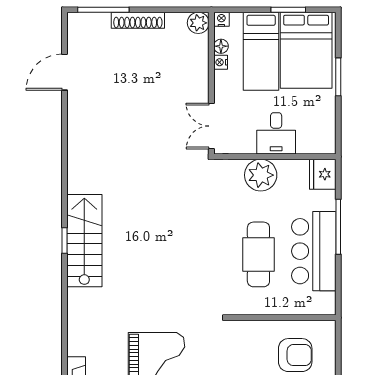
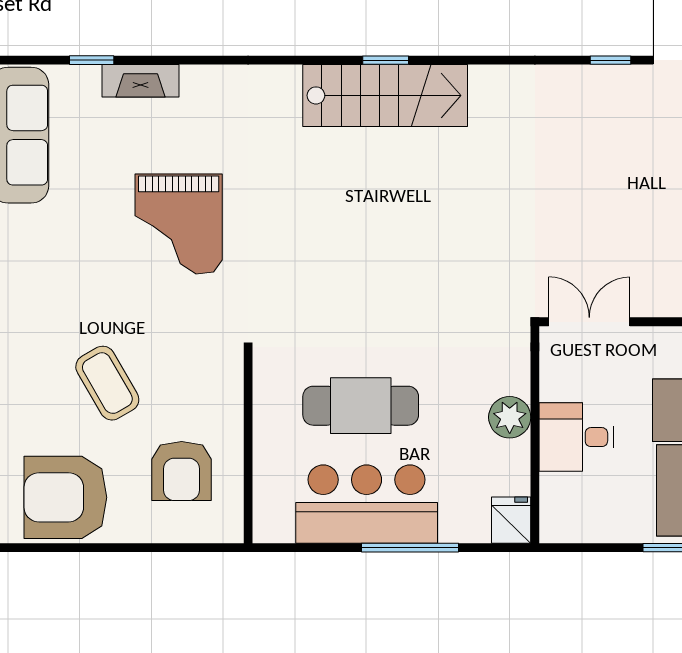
window: (64, 114) -> (611, 60), added
fridge: (323, 174) -> (511, 520), width x0.72
plant: (261, 175) -> (510, 417), width x0.73, depth x0.73

